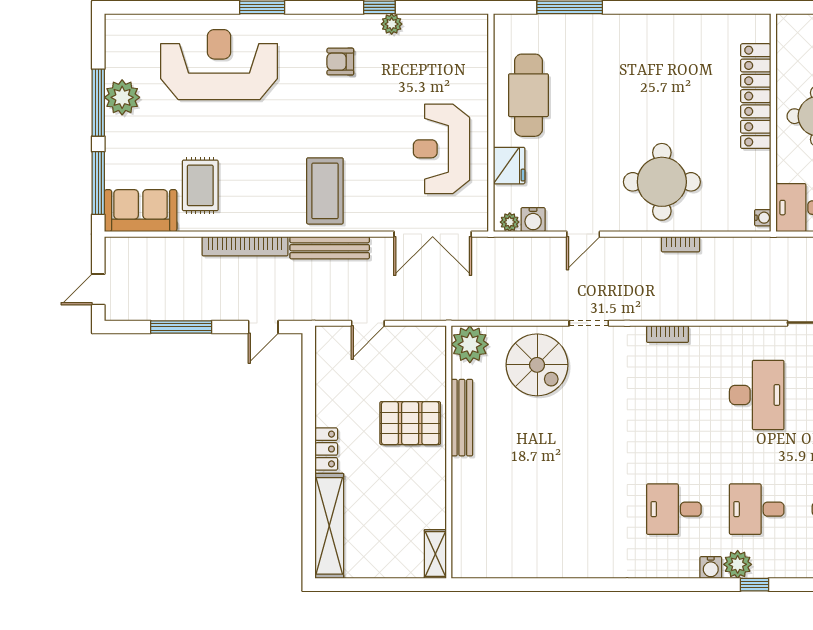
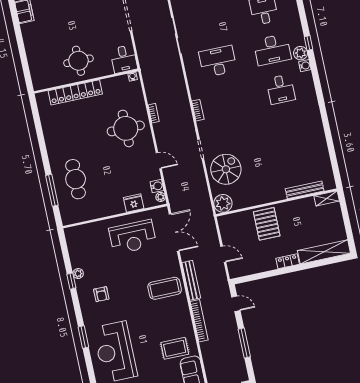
cafe table: (528, 95) -> (76, 179), moved, turned 90
bench: (462, 418) -> (305, 190), moved
desk: (757, 509) -> (272, 50), width x1.37

